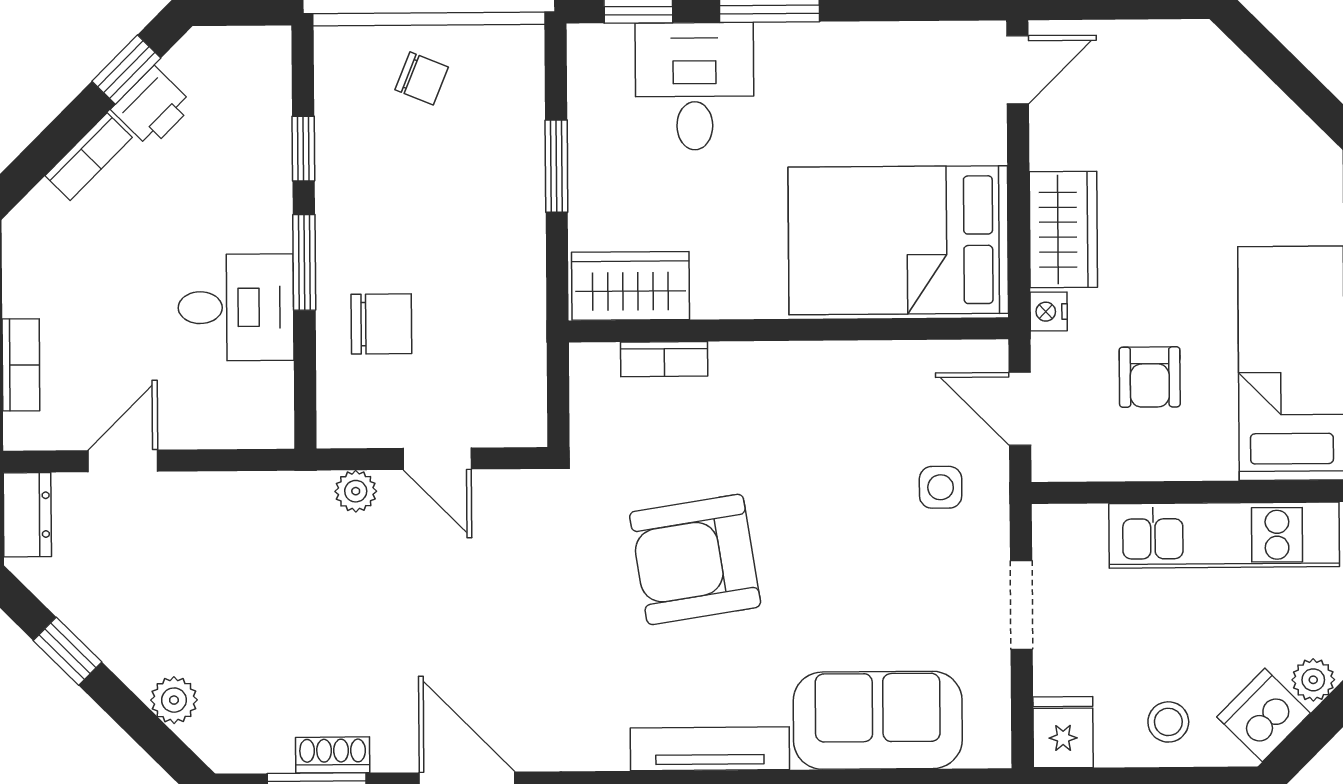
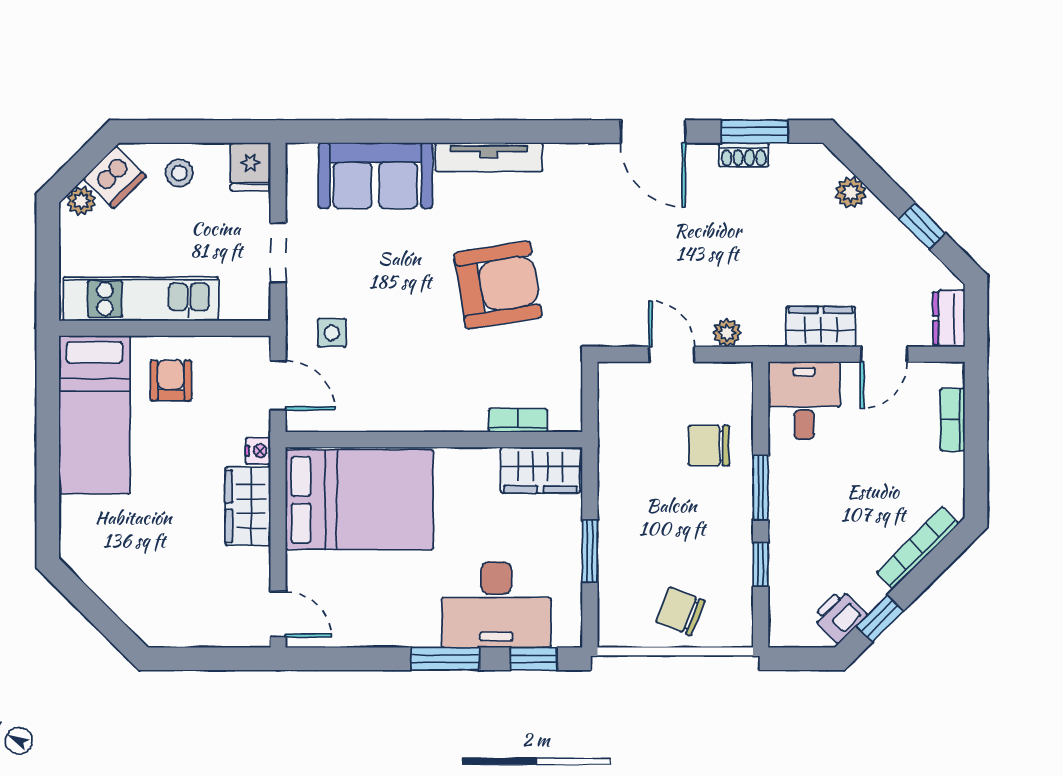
door: (1018, 70) -> (278, 614), swing flipped
chair: (422, 78) -> (680, 611), width x1.37, depth x1.37
desk: (695, 86) -> (496, 605), width x1.37
printer: (152, 107) -> (839, 616), moved
bookcase: (89, 157) -> (918, 548), width x1.56
desk: (236, 307) -> (804, 401), moved, turned 90
armchair: (1150, 377) -> (171, 380), moved
wardrobe: (217, 501) -> (821, 327), added

